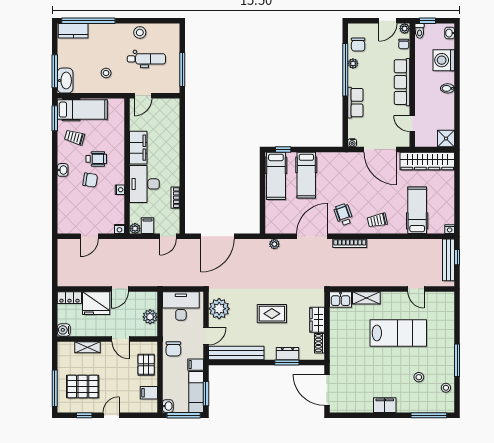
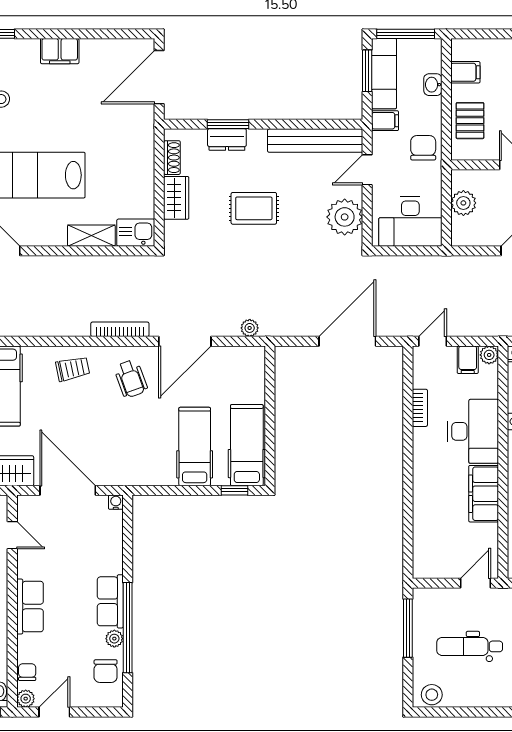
stool: (140, 32) -> (432, 695), moved
chair: (358, 45) -> (106, 671), turned 180
row of seats: (402, 82) -> (30, 607), width x0.68
row of seats: (355, 103) -> (110, 601), moved
door: (327, 390) -> (159, 77), swing flipped
washbasin: (168, 406) -> (433, 85), moved

